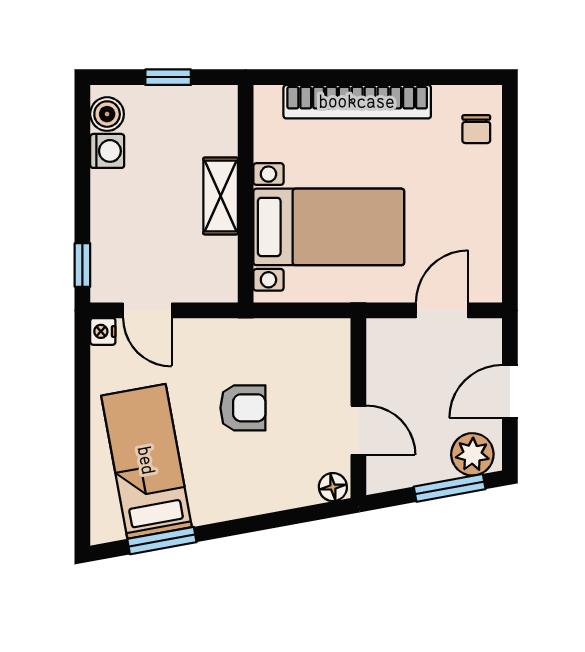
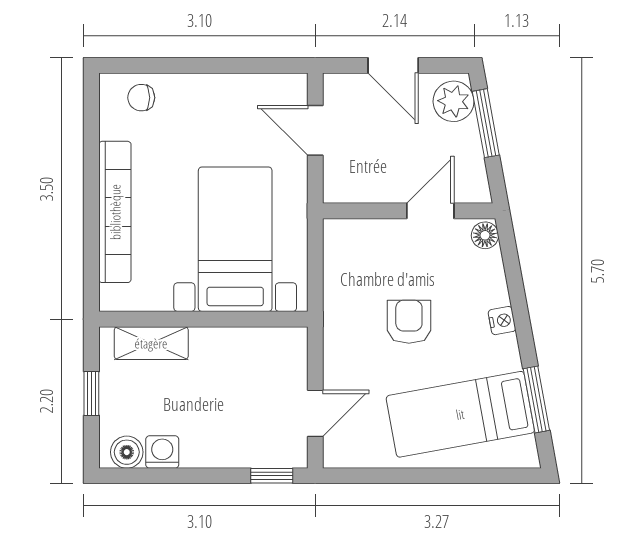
chair: (476, 129) -> (141, 98), turned 180
shelving: (221, 196) -> (151, 343), moved
nightstand: (103, 331) -> (502, 321), moved, turned -100

